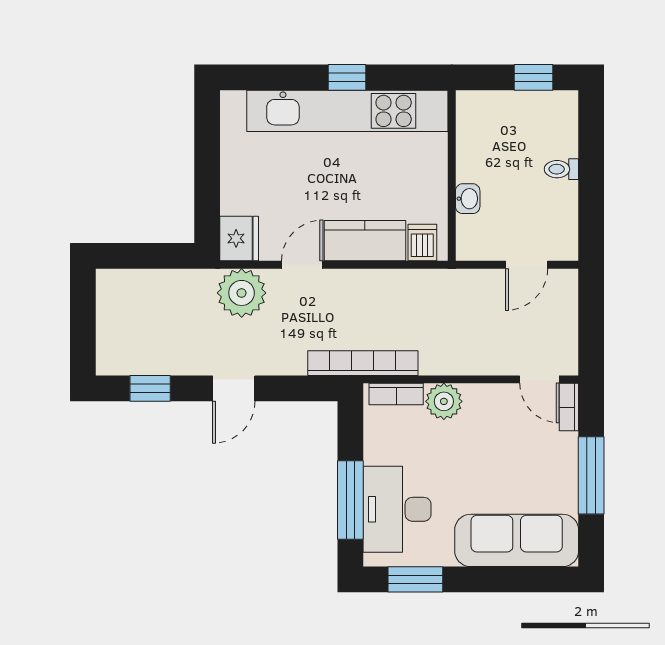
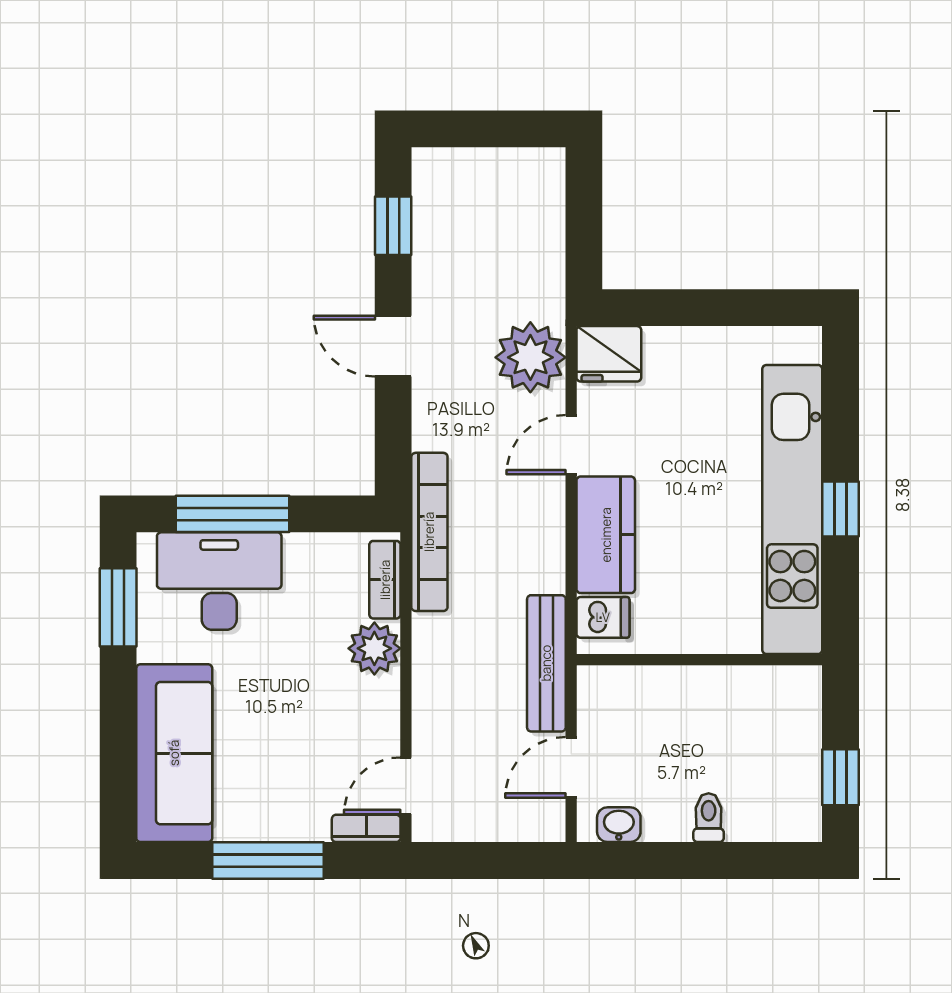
washbasin: (468, 199) -> (619, 825), moved, turned 180
door: (302, 265) -> (571, 445), swing flipped
door: (527, 265) -> (571, 767), hinge flipped
bench: (454, 282) -> (546, 663), added

